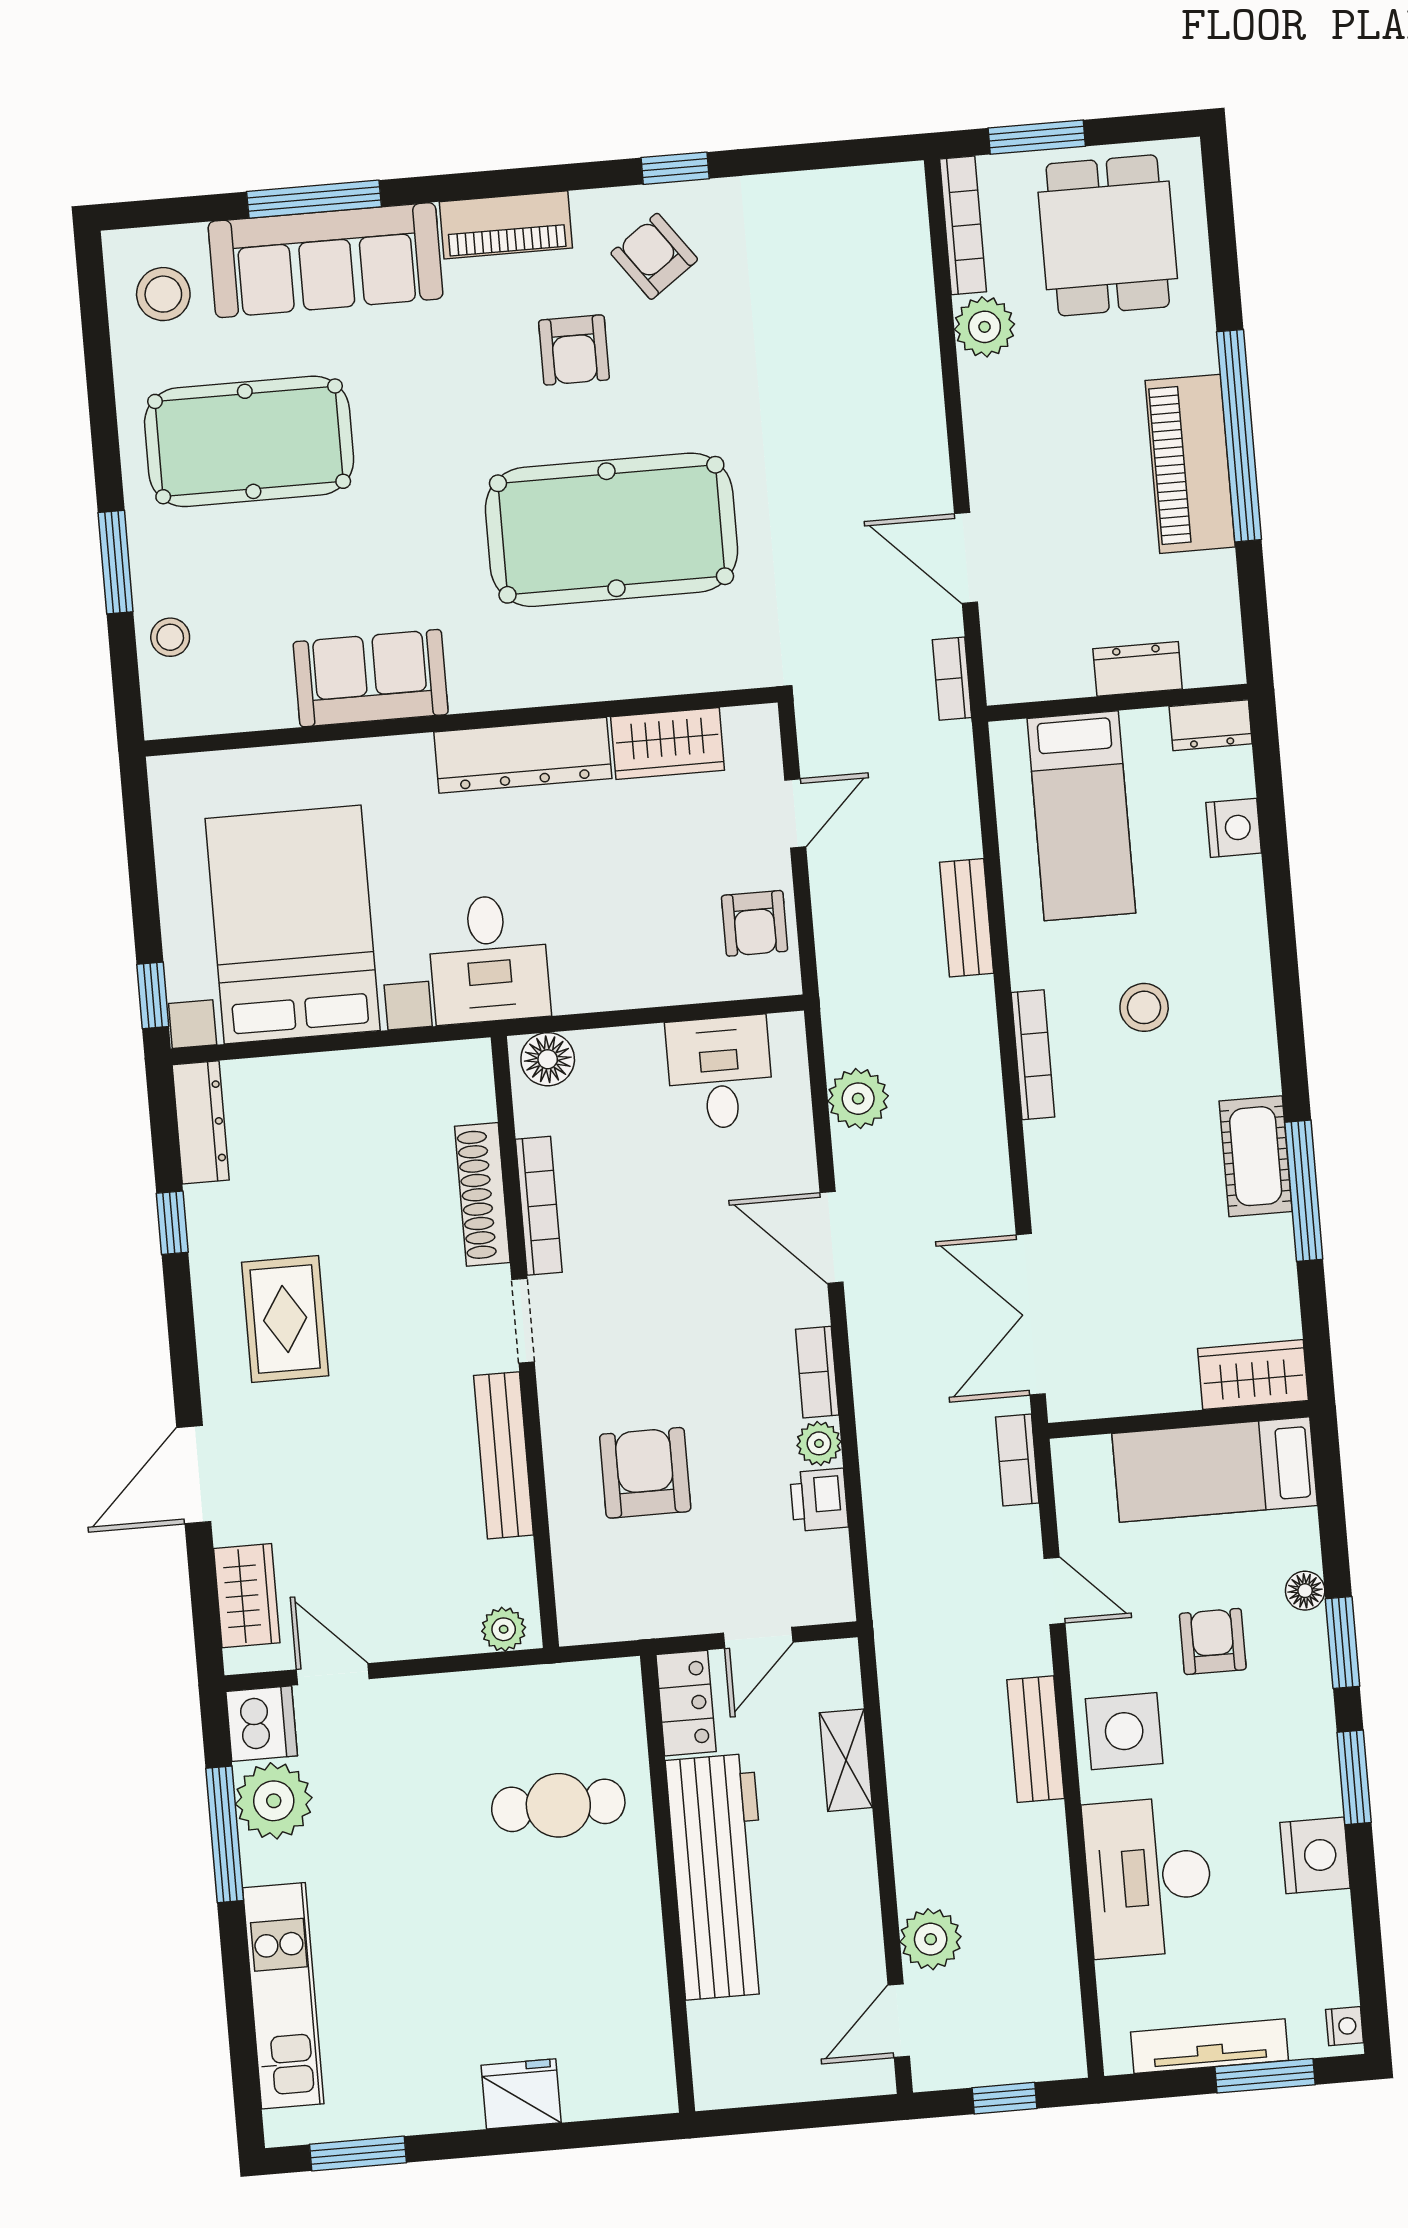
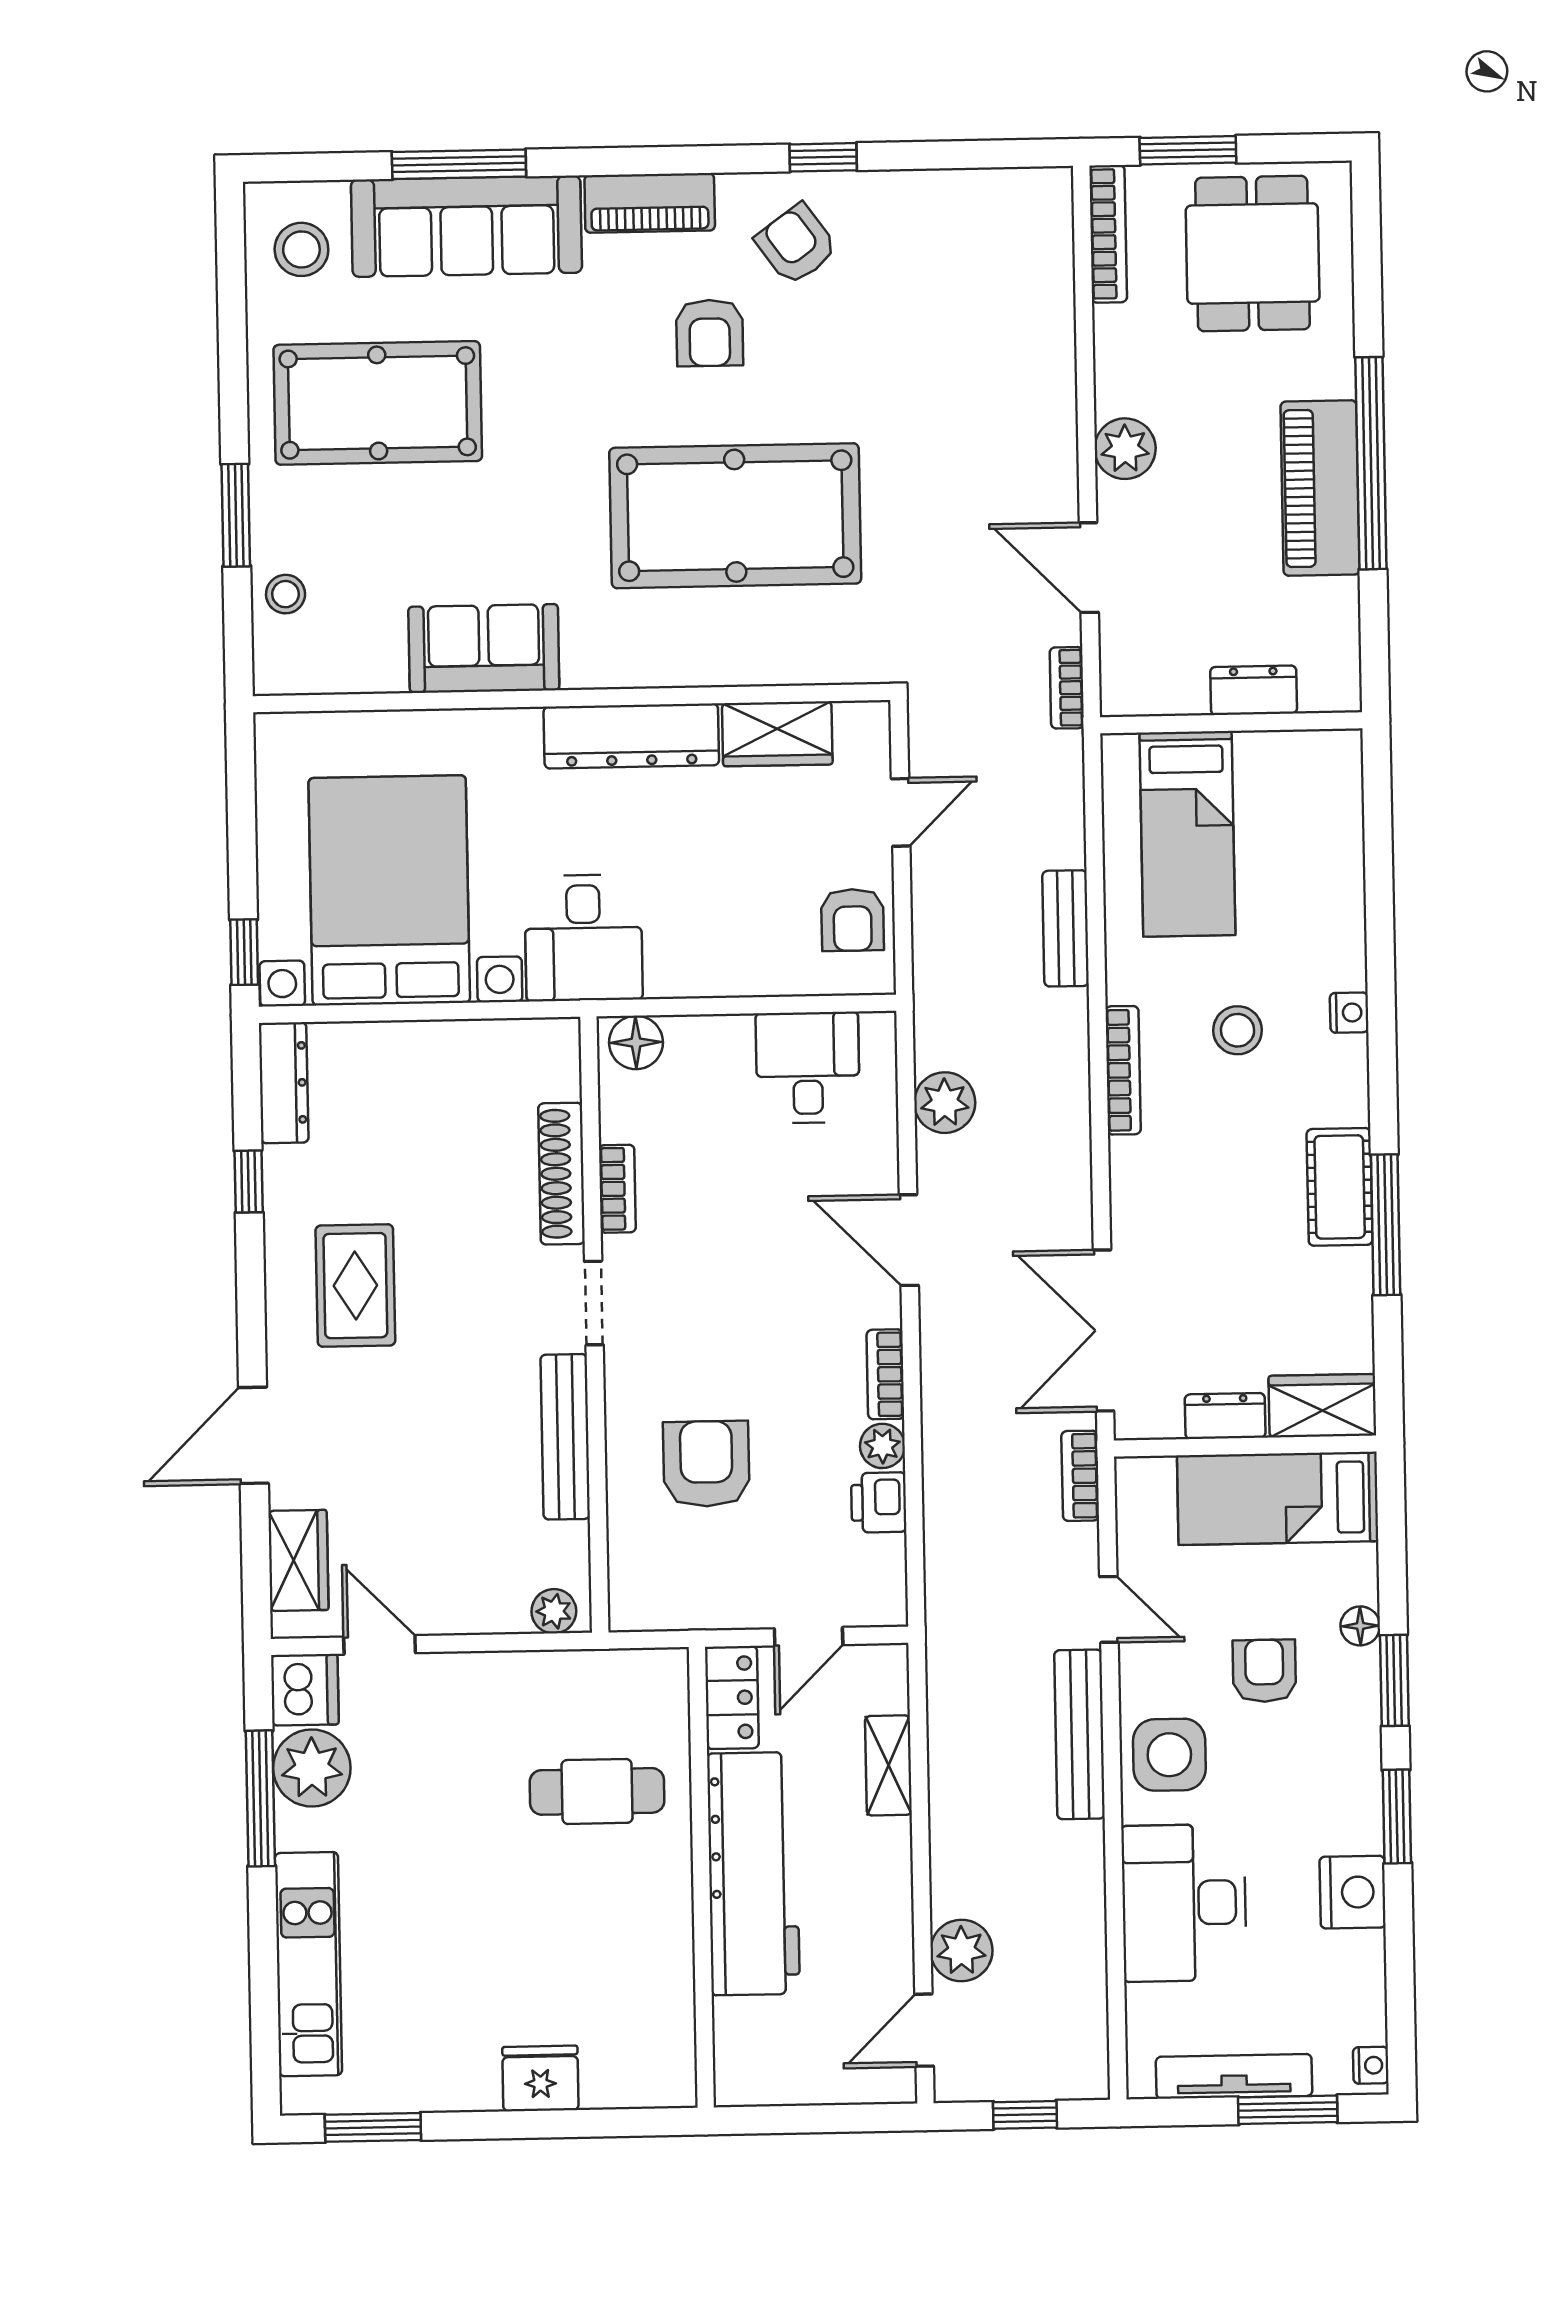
plant: (985, 327) -> (1125, 449), moved
dresser: (1211, 725) -> (1225, 1416), moved, turned 180
nightstand: (1234, 828) -> (1349, 1013), moved, width x0.72, depth x0.74
bookcase: (539, 1206) -> (617, 1189), width x0.64
bench: (1036, 1739) -> (1080, 1734), width x1.36

